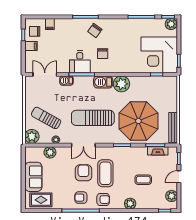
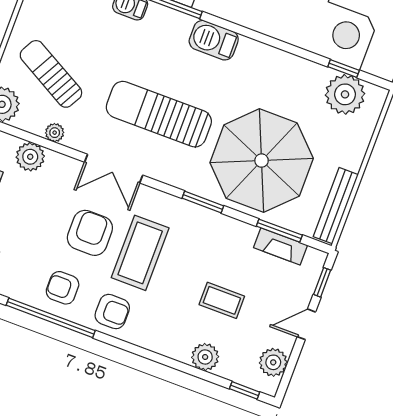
plant: (121, 84) -> (345, 94), moved
plant: (130, 204) -> (205, 357), moved

